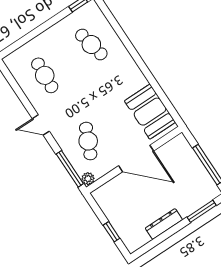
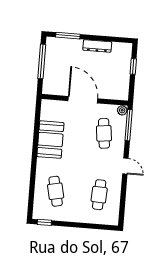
booth: (150, 112) -> (50, 140), moved
cafe table: (88, 141) -> (104, 133), turned -30

